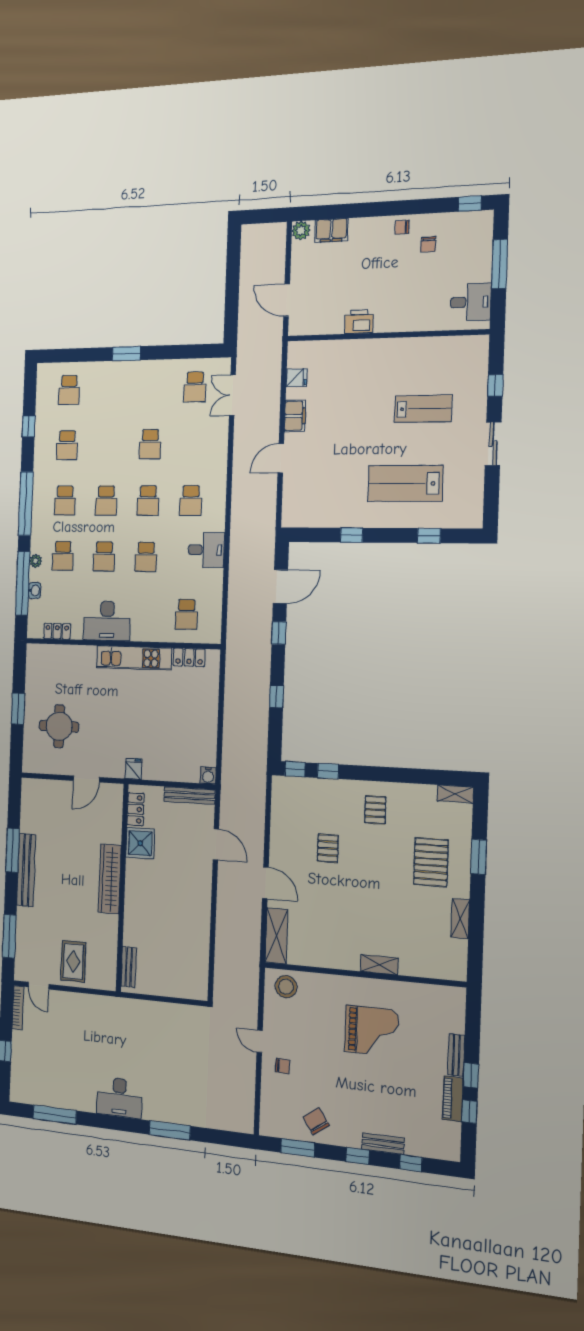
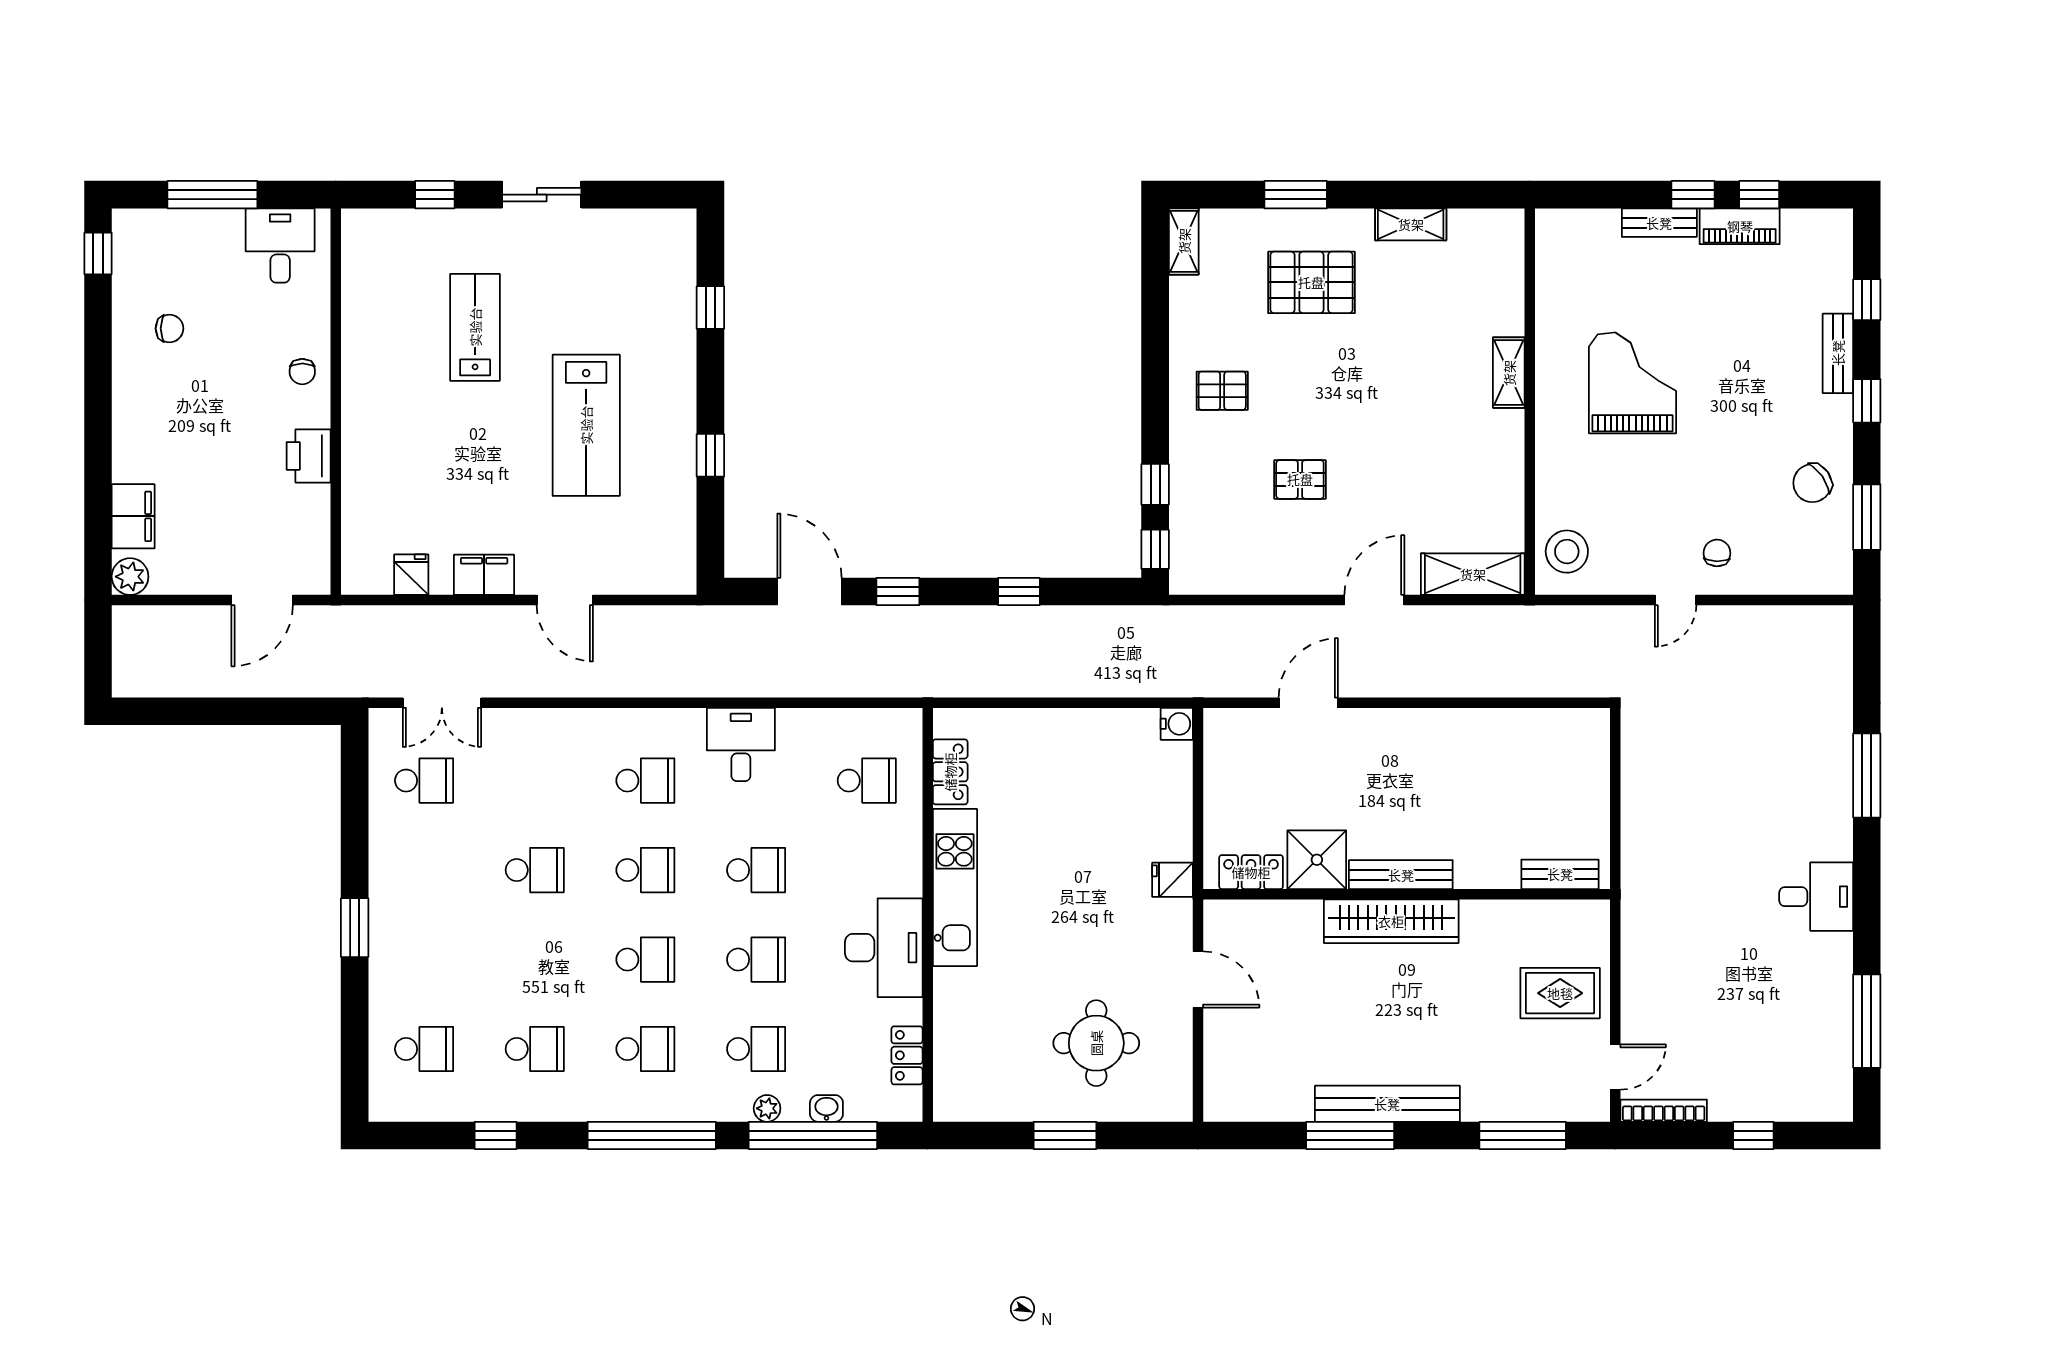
chair: (402, 227) -> (302, 372), moved
lab bench: (405, 483) -> (586, 425), moved
bench: (189, 796) -> (1401, 875), moved, turned 90
desk: (119, 1097) -> (1816, 897), width x0.73

